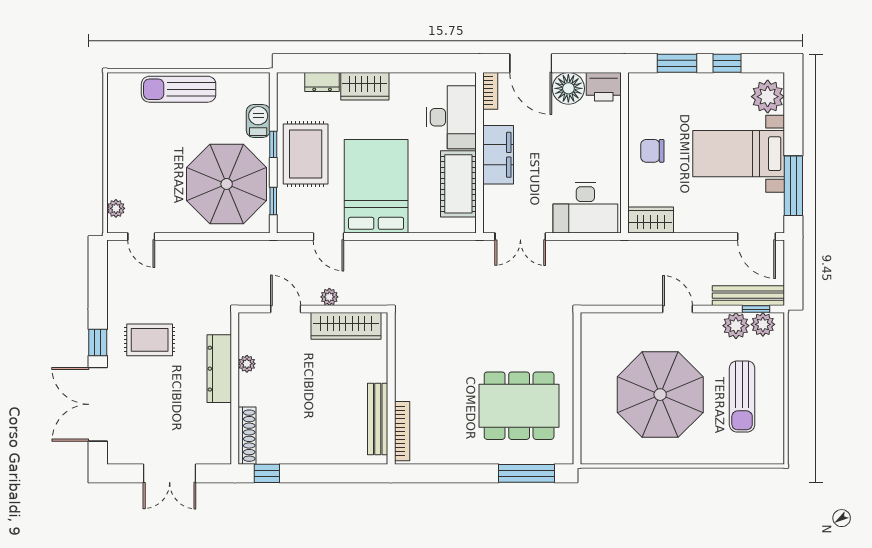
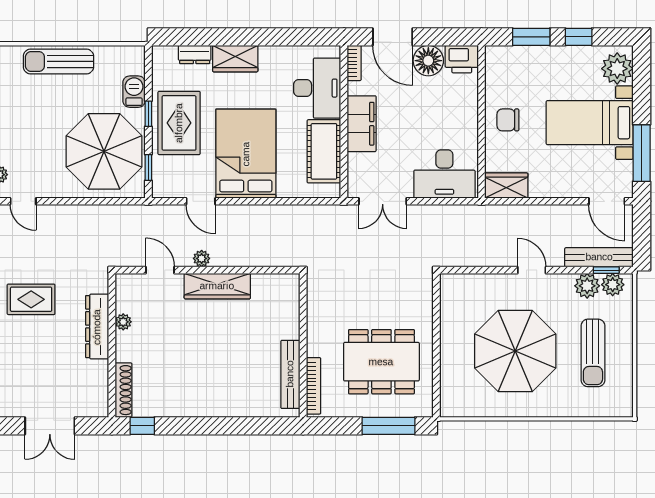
wall: (391, 388) -> (303, 345), moved
bench: (378, 419) -> (290, 374), moved
bookcase: (402, 431) -> (314, 386), moved

